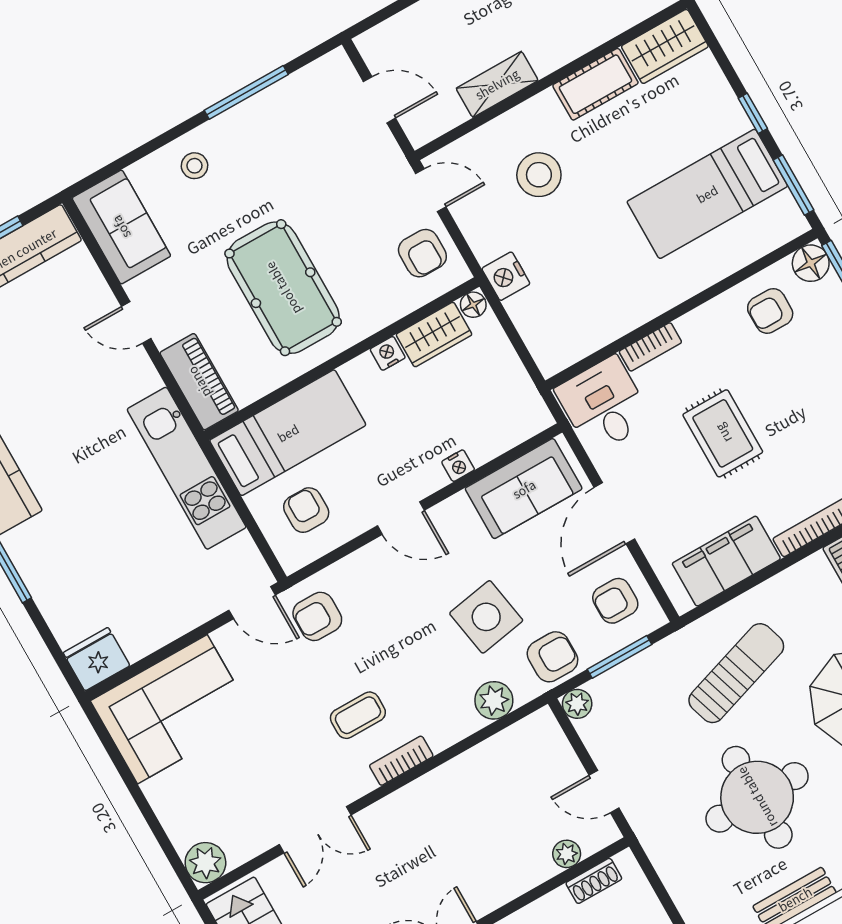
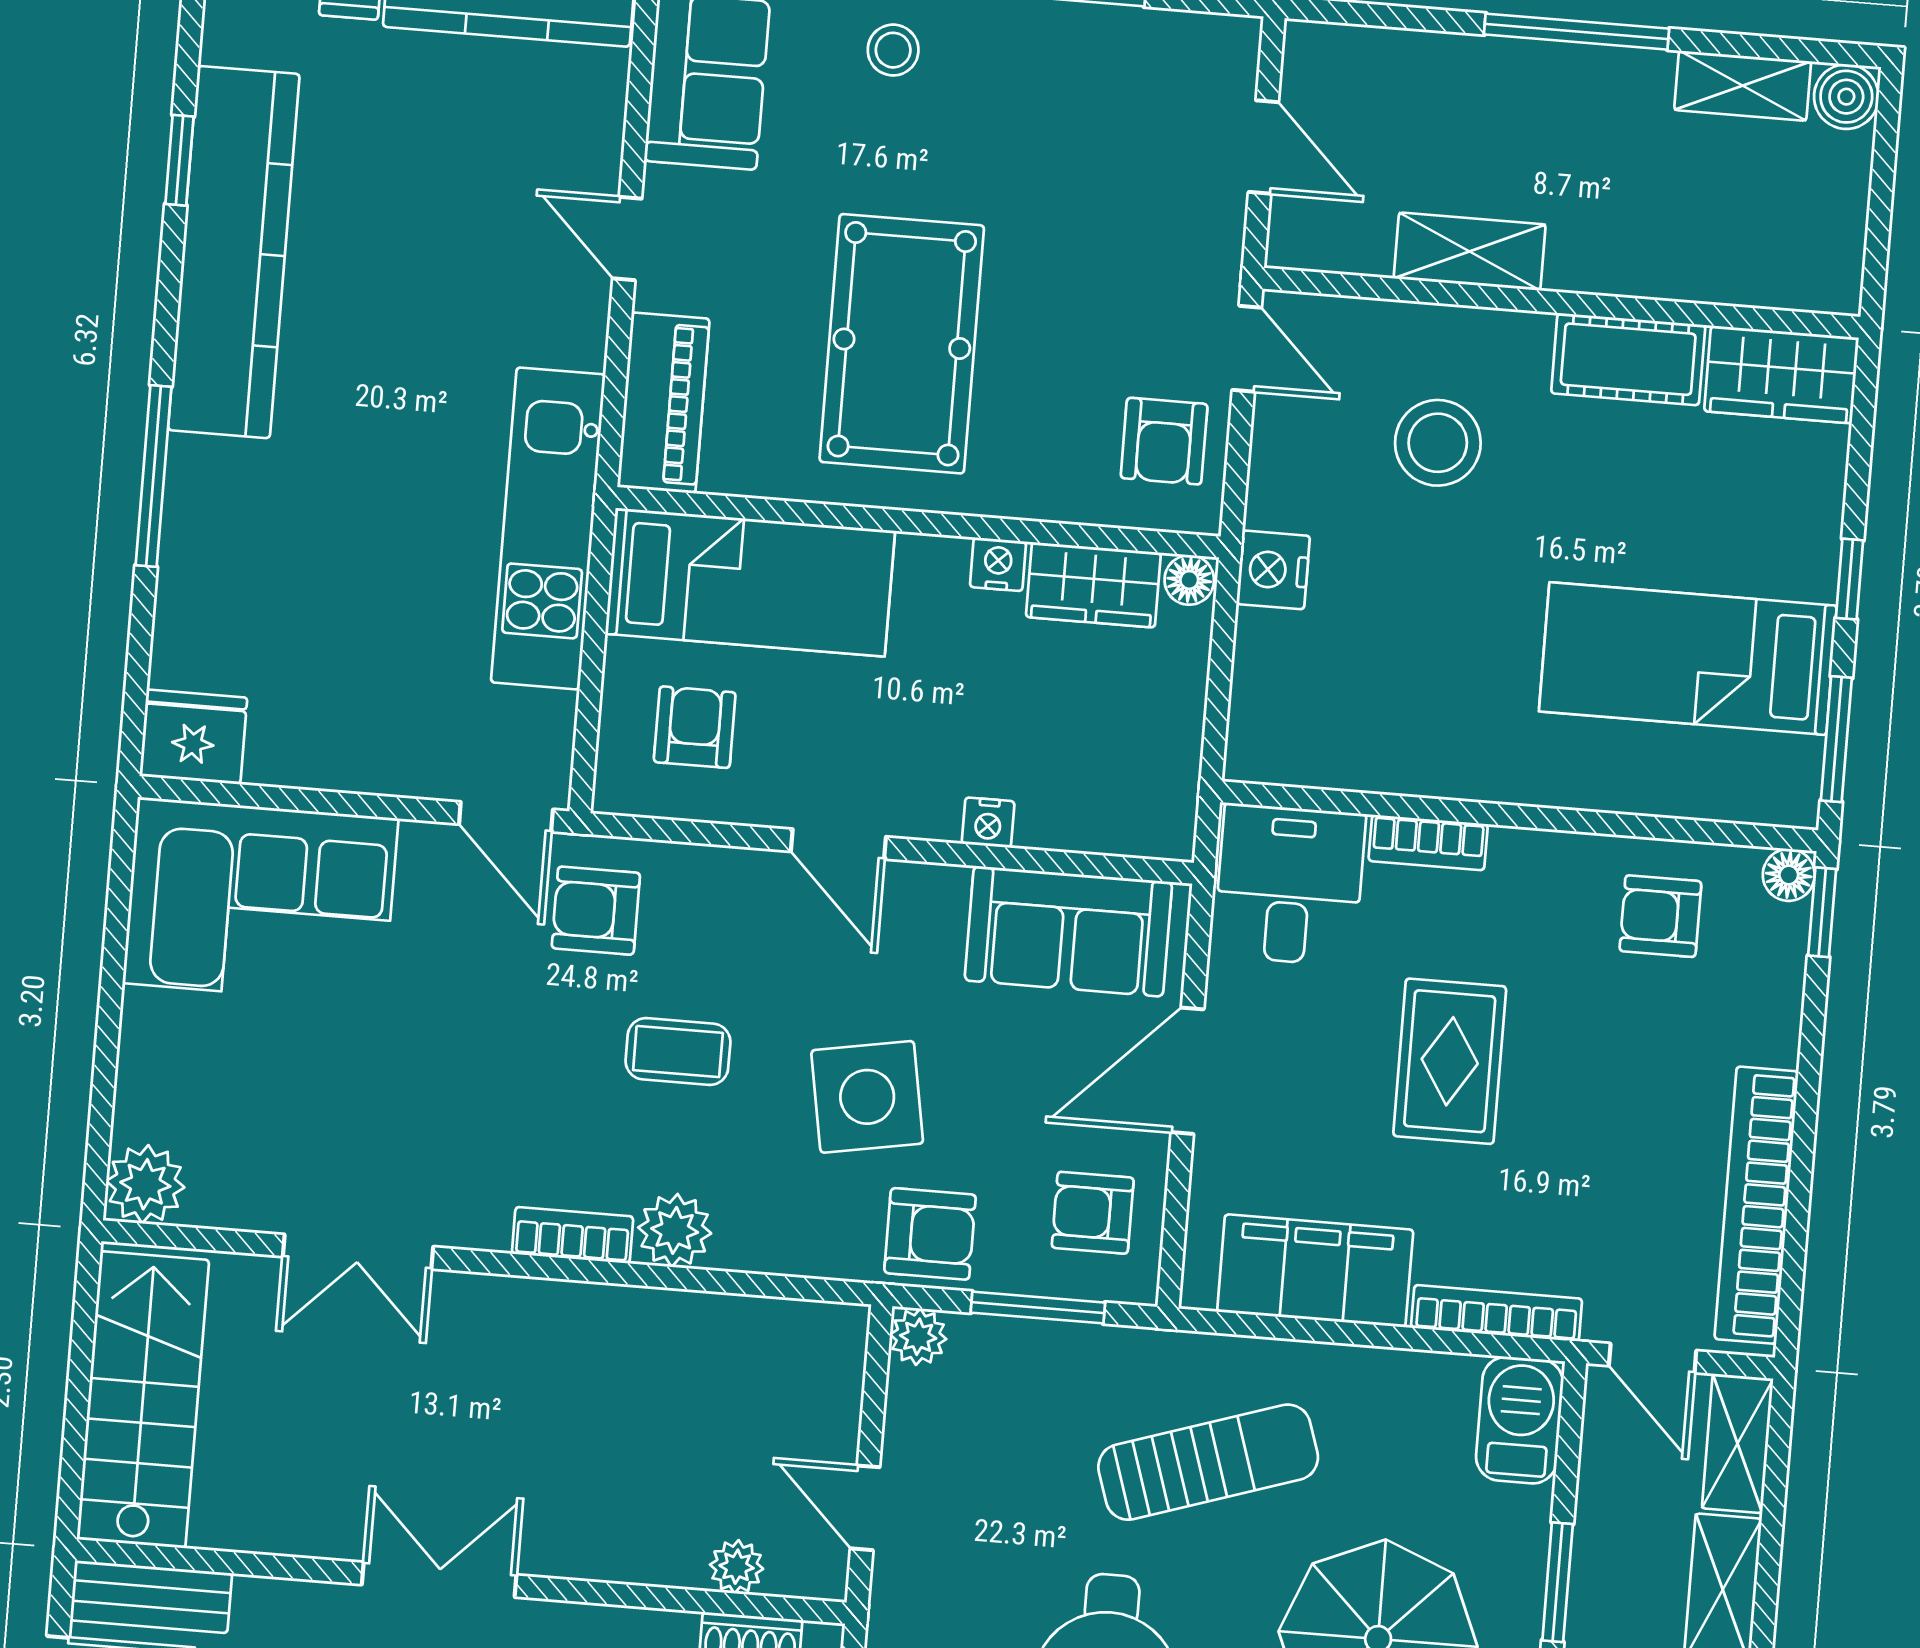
floor lamp: (811, 263) -> (1789, 875), width x0.73, depth x0.73
plant: (494, 700) -> (675, 1230), moved
coffee table: (358, 715) -> (678, 1051), moved

